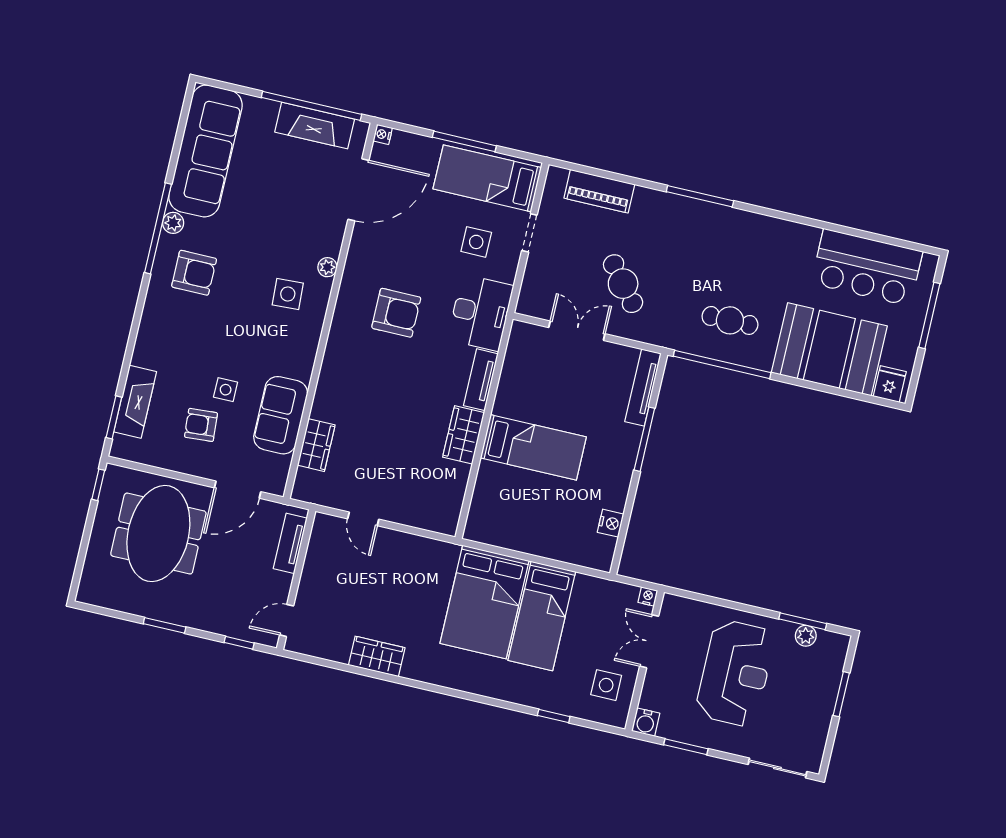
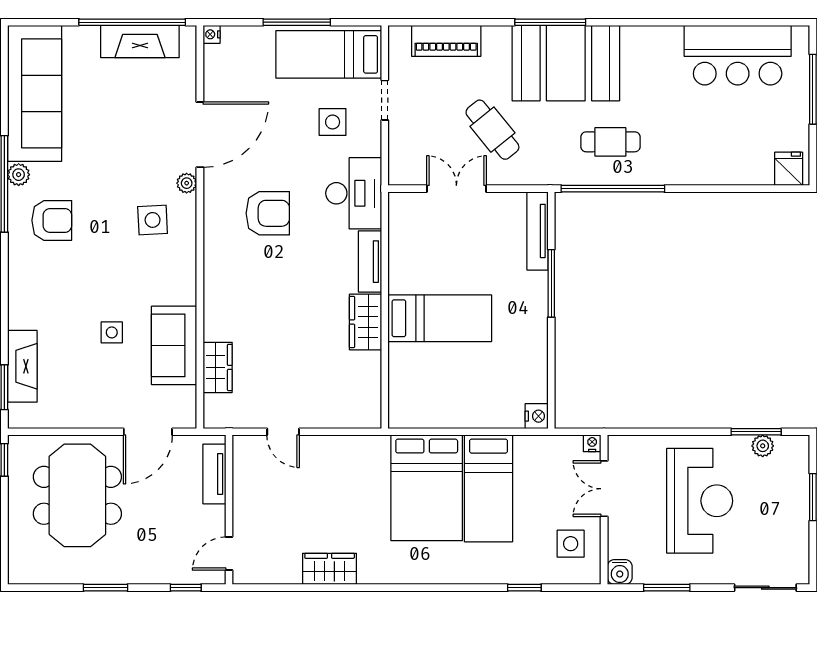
door: (358, 190) -> (200, 135), moved
booth: (829, 349) -> (566, 63), moved
armchair: (201, 425) -> (95, 374), removed
nightstand: (611, 523) -> (537, 416), moved

